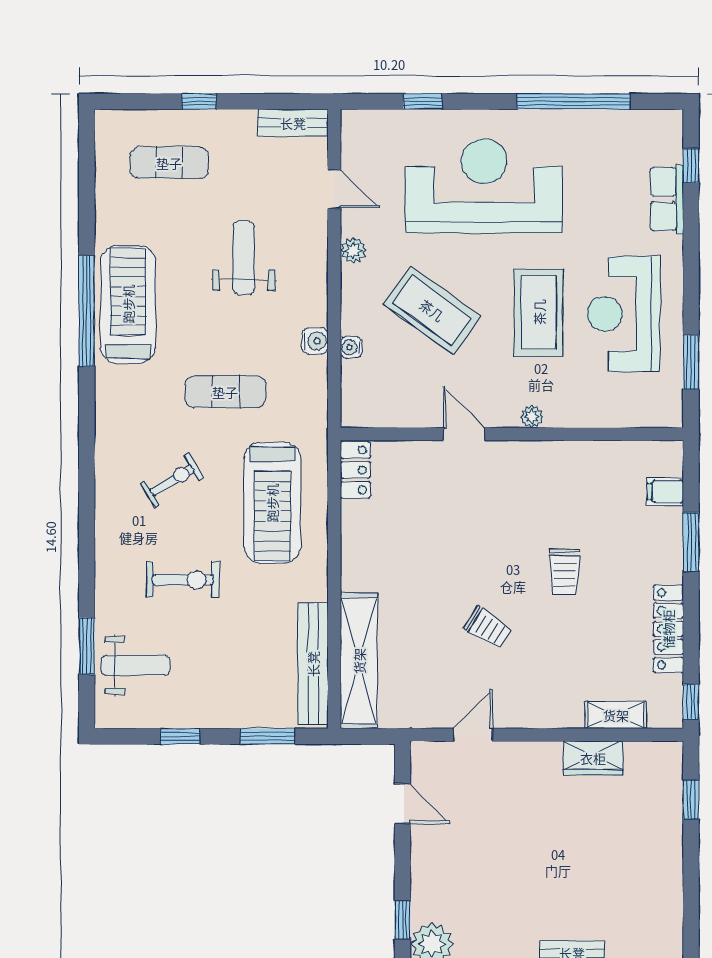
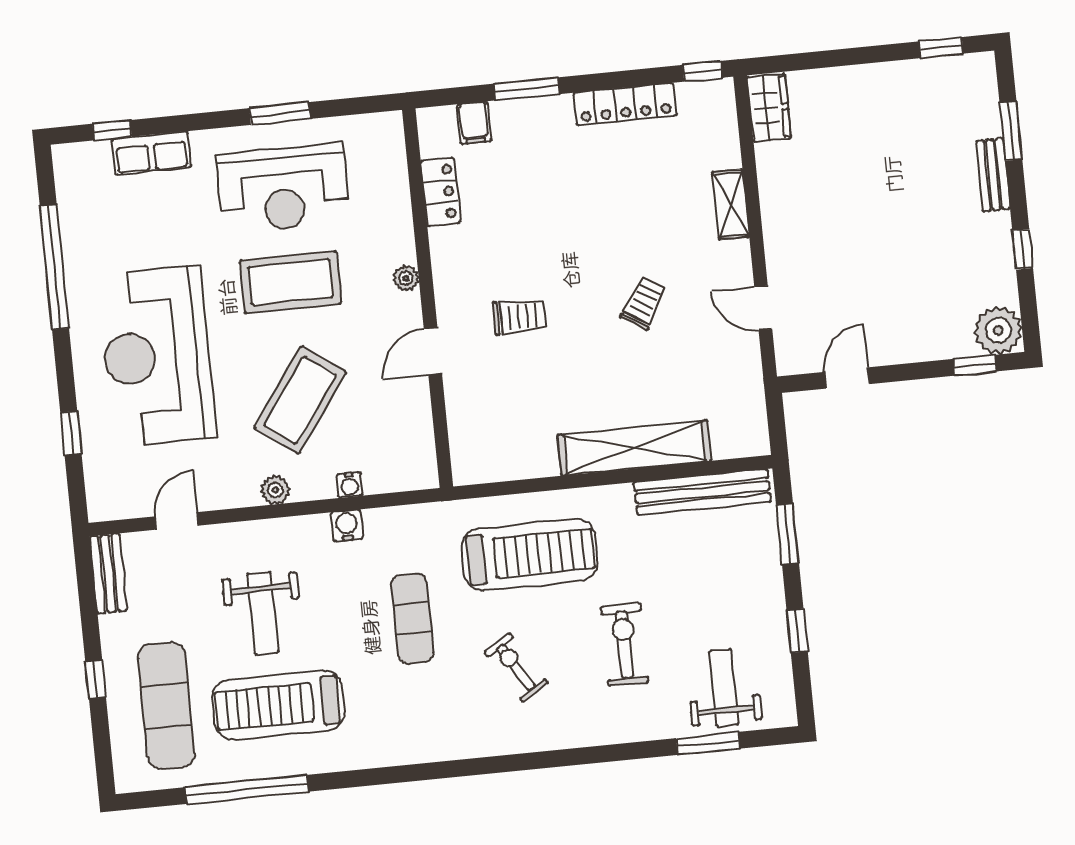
exercise mat: (169, 163) -> (166, 706), width x1.36, depth x1.45
plant: (353, 250) -> (275, 490), moved
weight bench: (244, 258) -> (263, 613), turned -90
treadmill: (128, 304) -> (278, 705), moved
window: (87, 311) -> (247, 789), moved
window: (691, 362) -> (280, 113), moved
locker: (355, 470) -> (441, 192), moved, turned 90
trolley: (564, 571) -> (519, 316), moved
shelving: (359, 661) -> (634, 448), moved
shelving: (616, 715) -> (731, 204), moved
wardrobe: (593, 758) -> (769, 108), moved
window: (691, 799) -> (941, 48), moved

